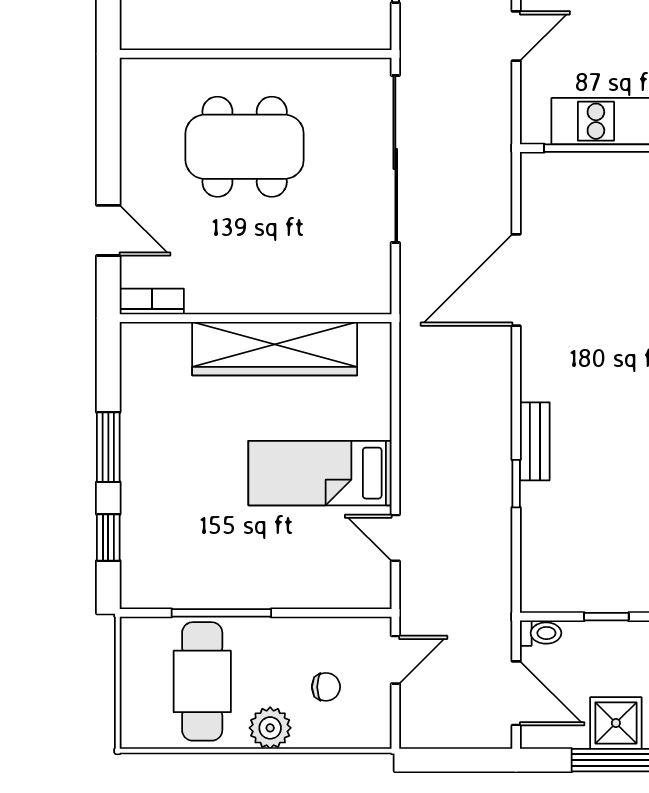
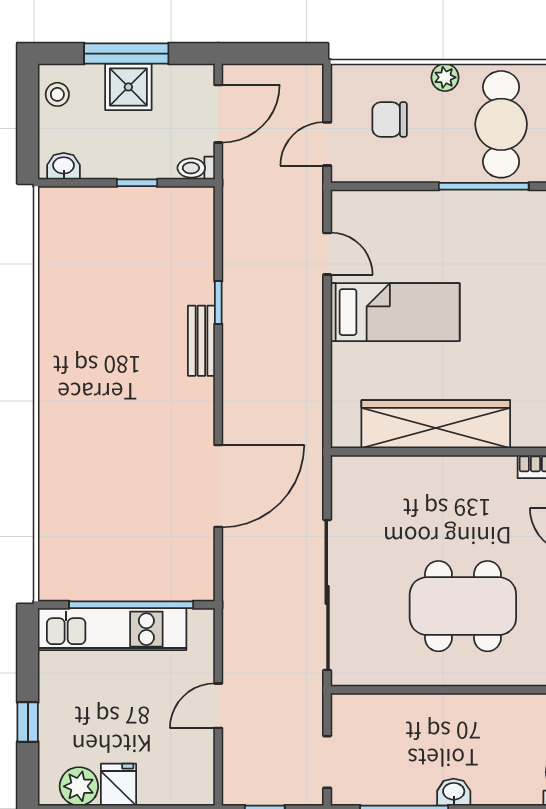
chair: (326, 687) -> (390, 119), width x1.37, depth x1.37
door: (516, 693) -> (218, 114), swing flipped
plant: (270, 728) -> (445, 77), width x0.73, depth x0.73

